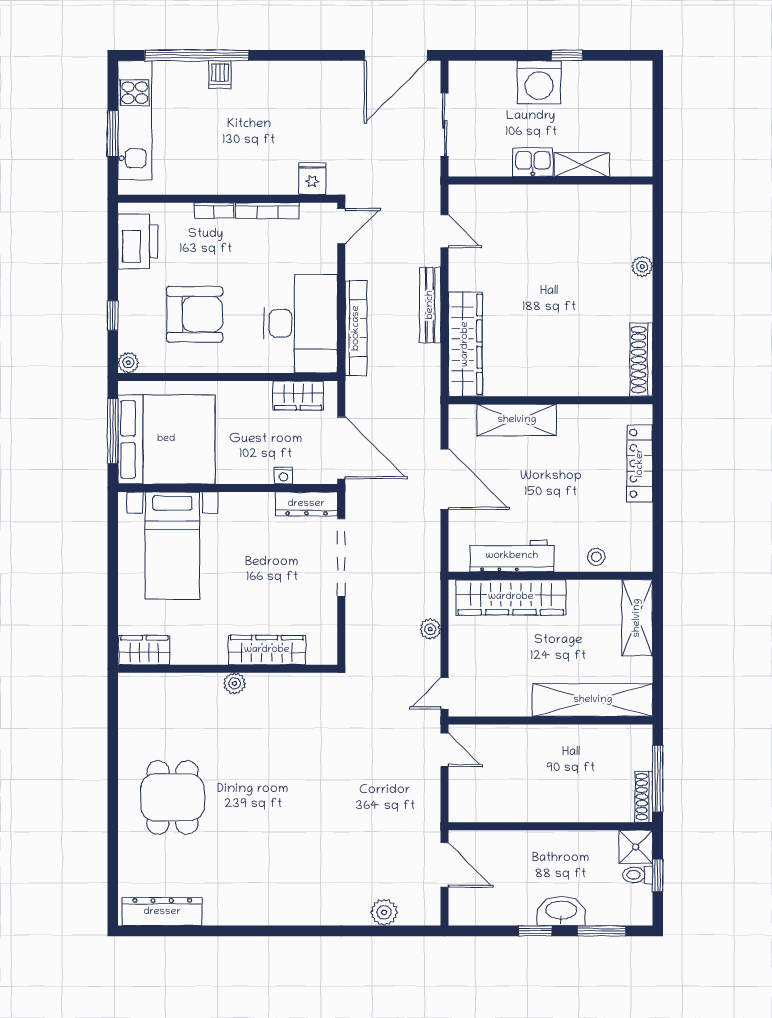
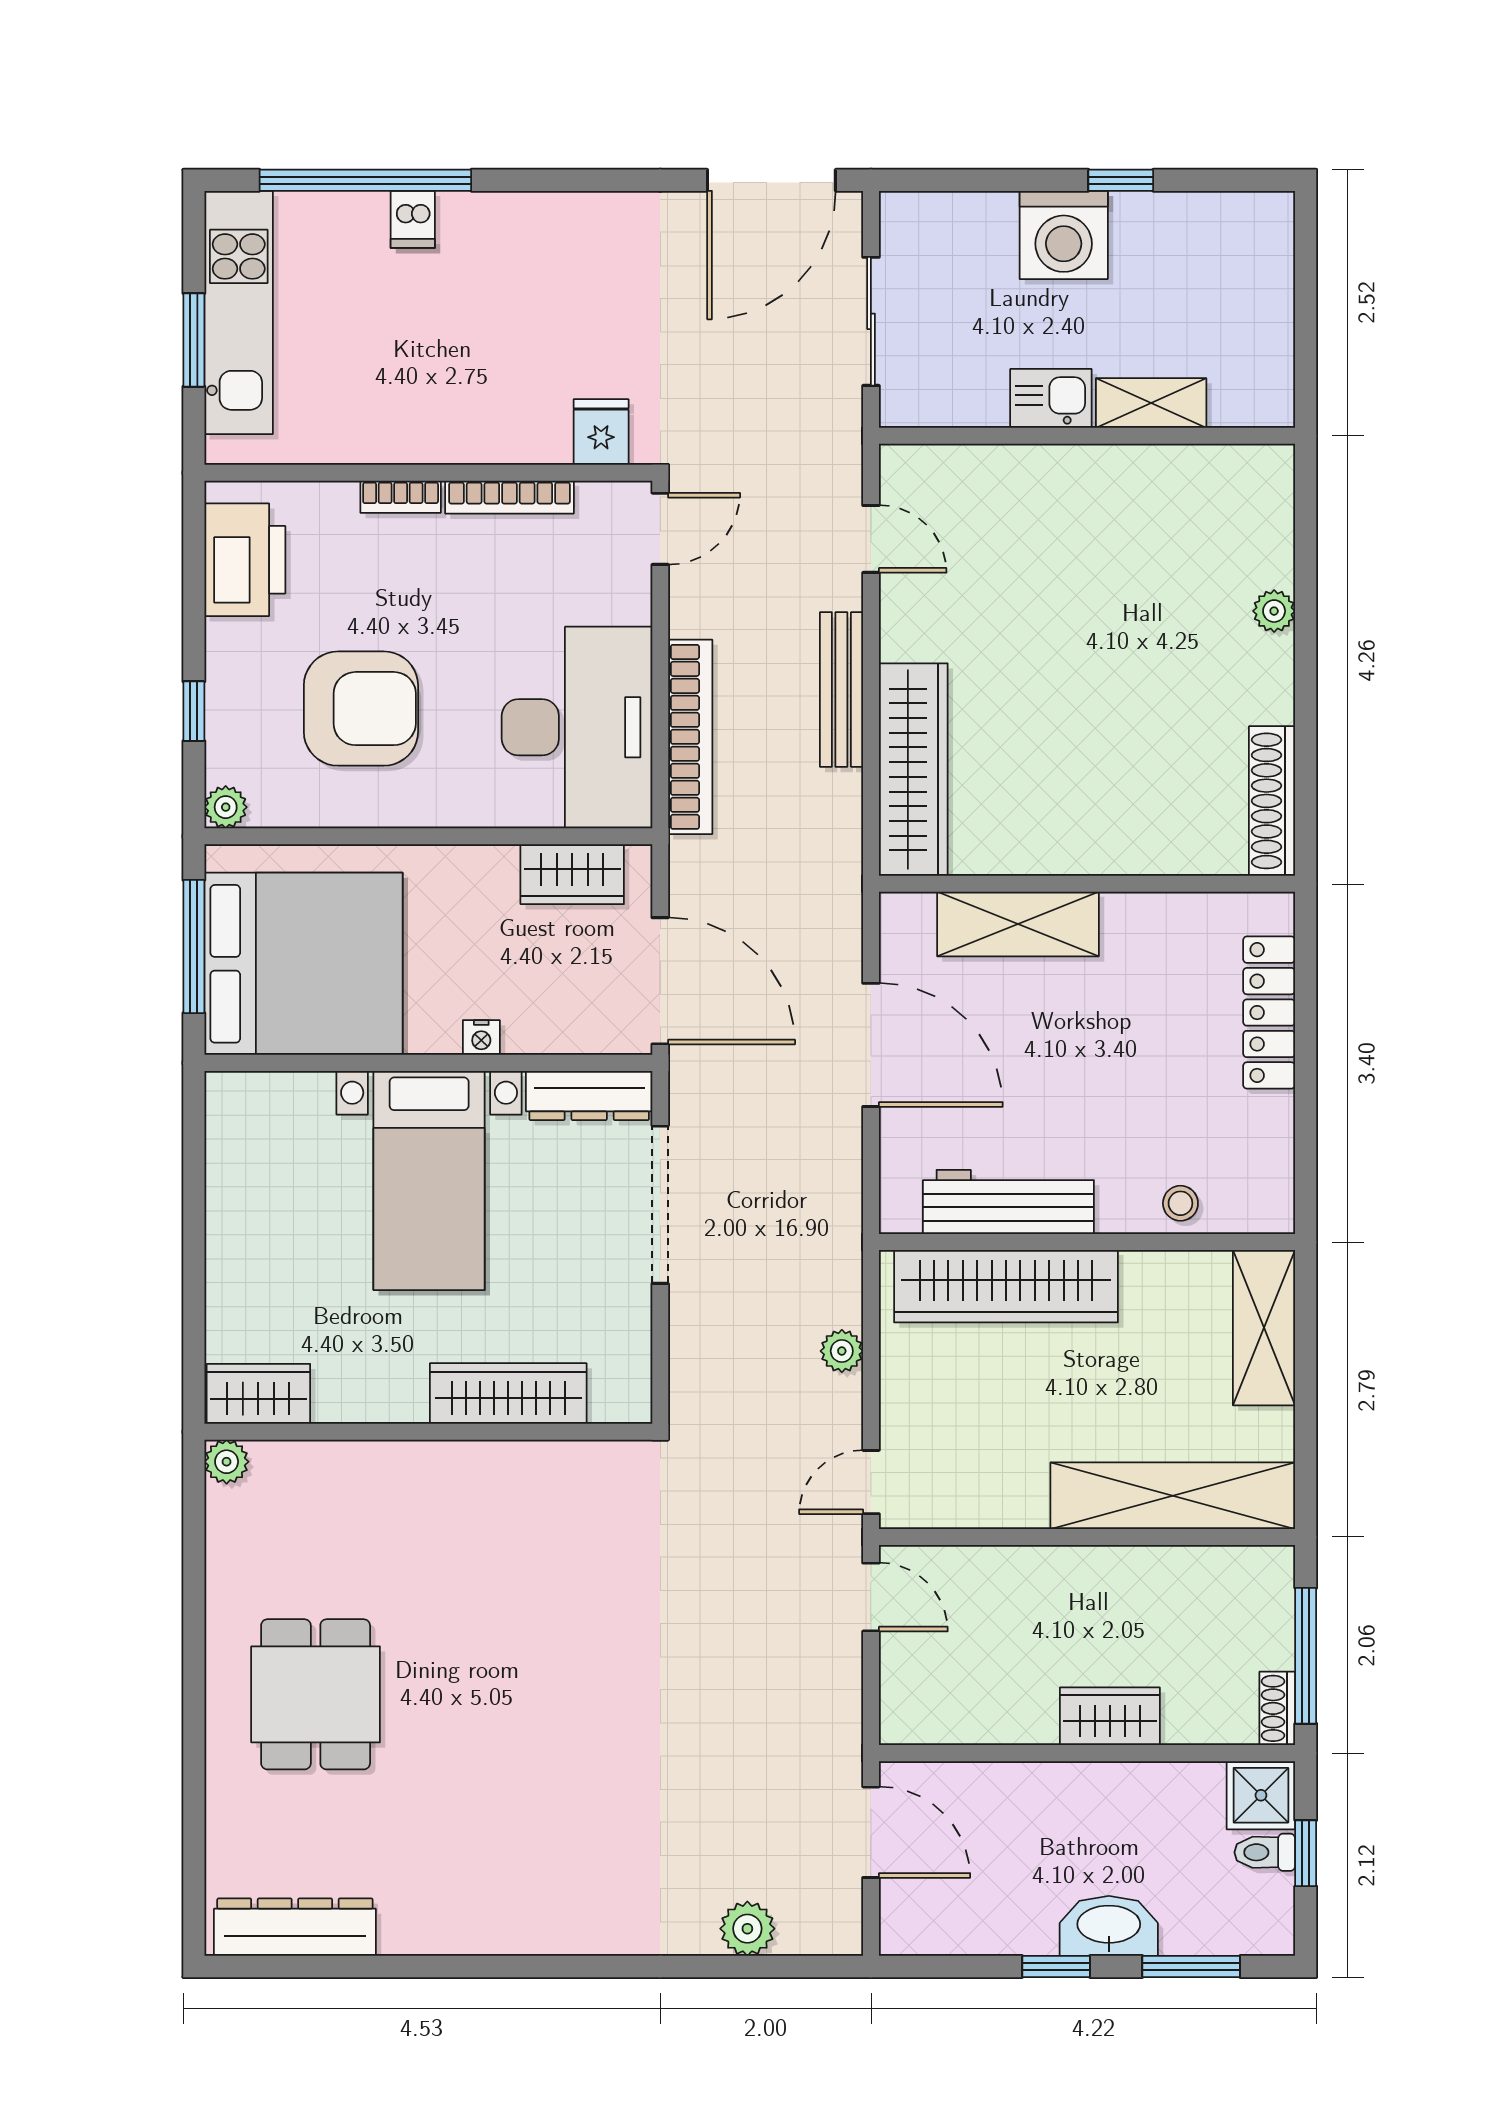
nightstand: (284, 476) -> (481, 1037), moved
bed with nightstands: (172, 546) -> (429, 1180), moved
plant: (235, 683) -> (227, 1462), moved
shoe rack: (644, 797) -> (1277, 1708), width x0.70
wardrobe: (562, 808) -> (1110, 1716), added

